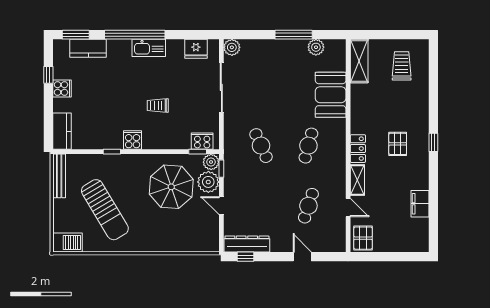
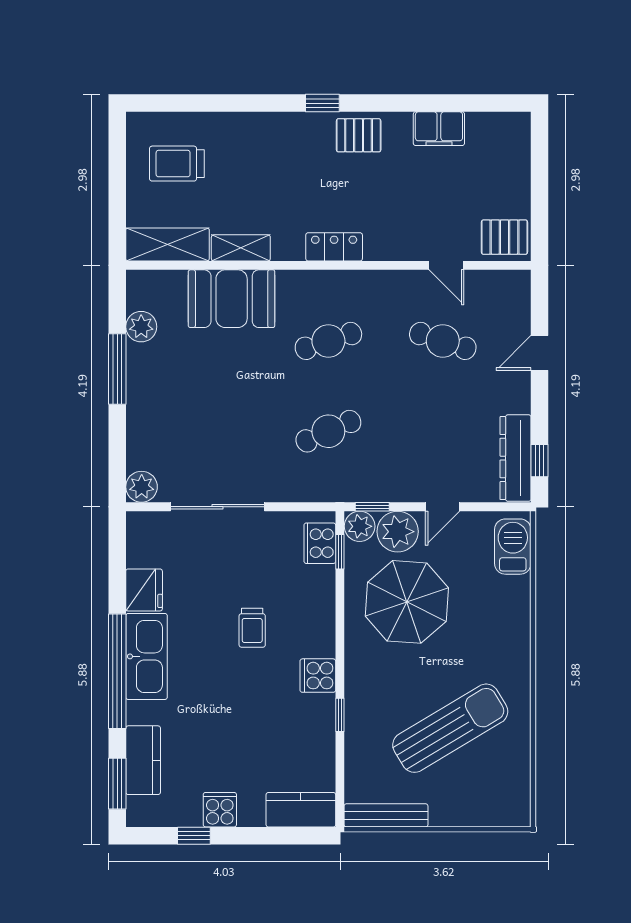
kitchen sink: (149, 48) -> (147, 656), width x1.36, depth x1.24
fridge: (196, 49) -> (144, 590), moved
pallet: (398, 144) -> (359, 135), moved
cafe table: (308, 146) -> (328, 341), turned -33
shelving: (357, 180) -> (241, 248), moved
door: (348, 208) -> (446, 265), swing flipped
barbecue: (68, 242) -> (513, 547), moved

